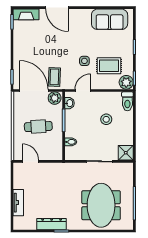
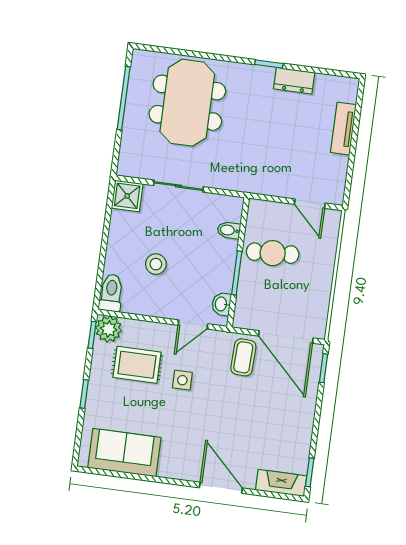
plant: (55, 98) -> (248, 317), removed
cafe table: (38, 127) -> (273, 253), moved
dresser: (52, 224) -> (294, 81), width x0.70

